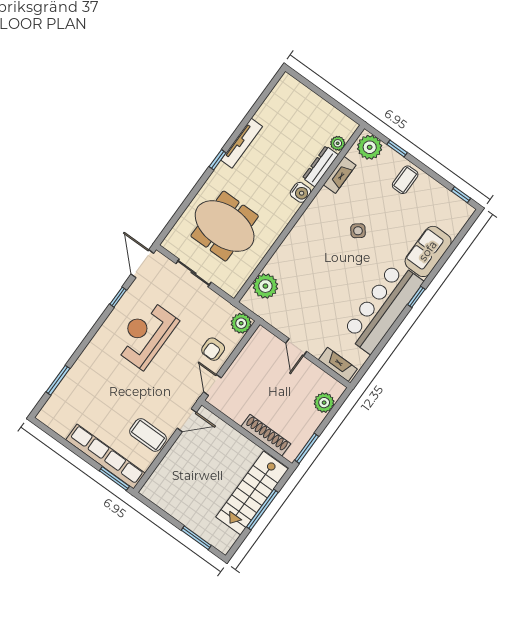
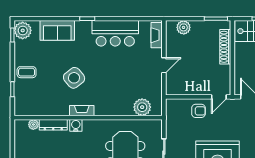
plant: (370, 147) -> (23, 30), moved
fireplace: (340, 175) -> (82, 111), moved
side table: (358, 231) -> (74, 78), width x1.87, depth x1.87
bar counter: (382, 307) -> (115, 33), width x0.73
plant: (241, 323) -> (173, 106), removed

